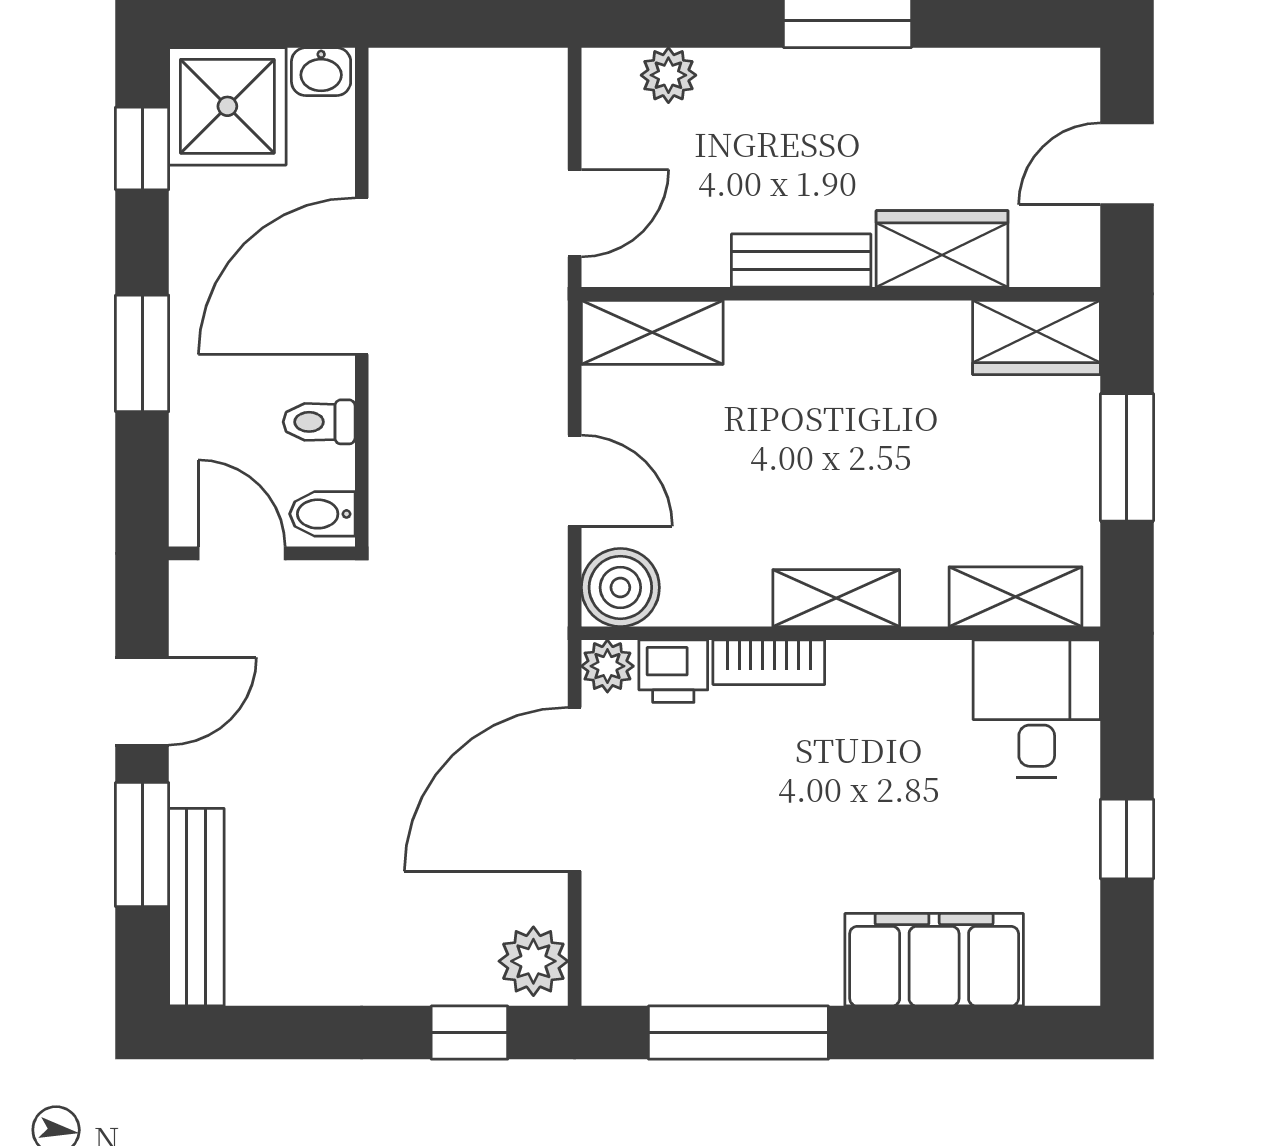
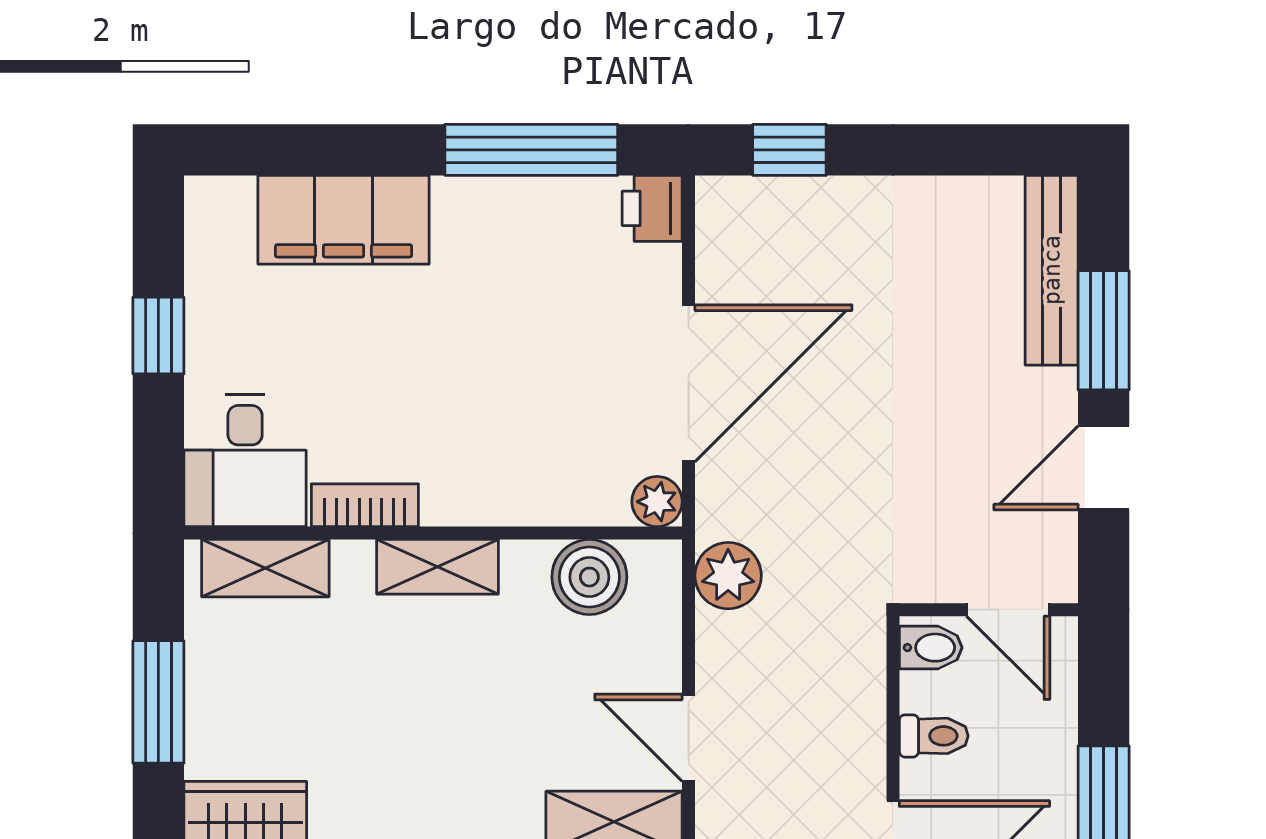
door: (575, 481) -> (689, 738), moved
boiler: (620, 587) -> (589, 577), moved
bookcase: (769, 662) -> (365, 505), moved
printer: (673, 671) -> (652, 208), moved, turned -90
plant: (533, 961) -> (728, 576), moved

